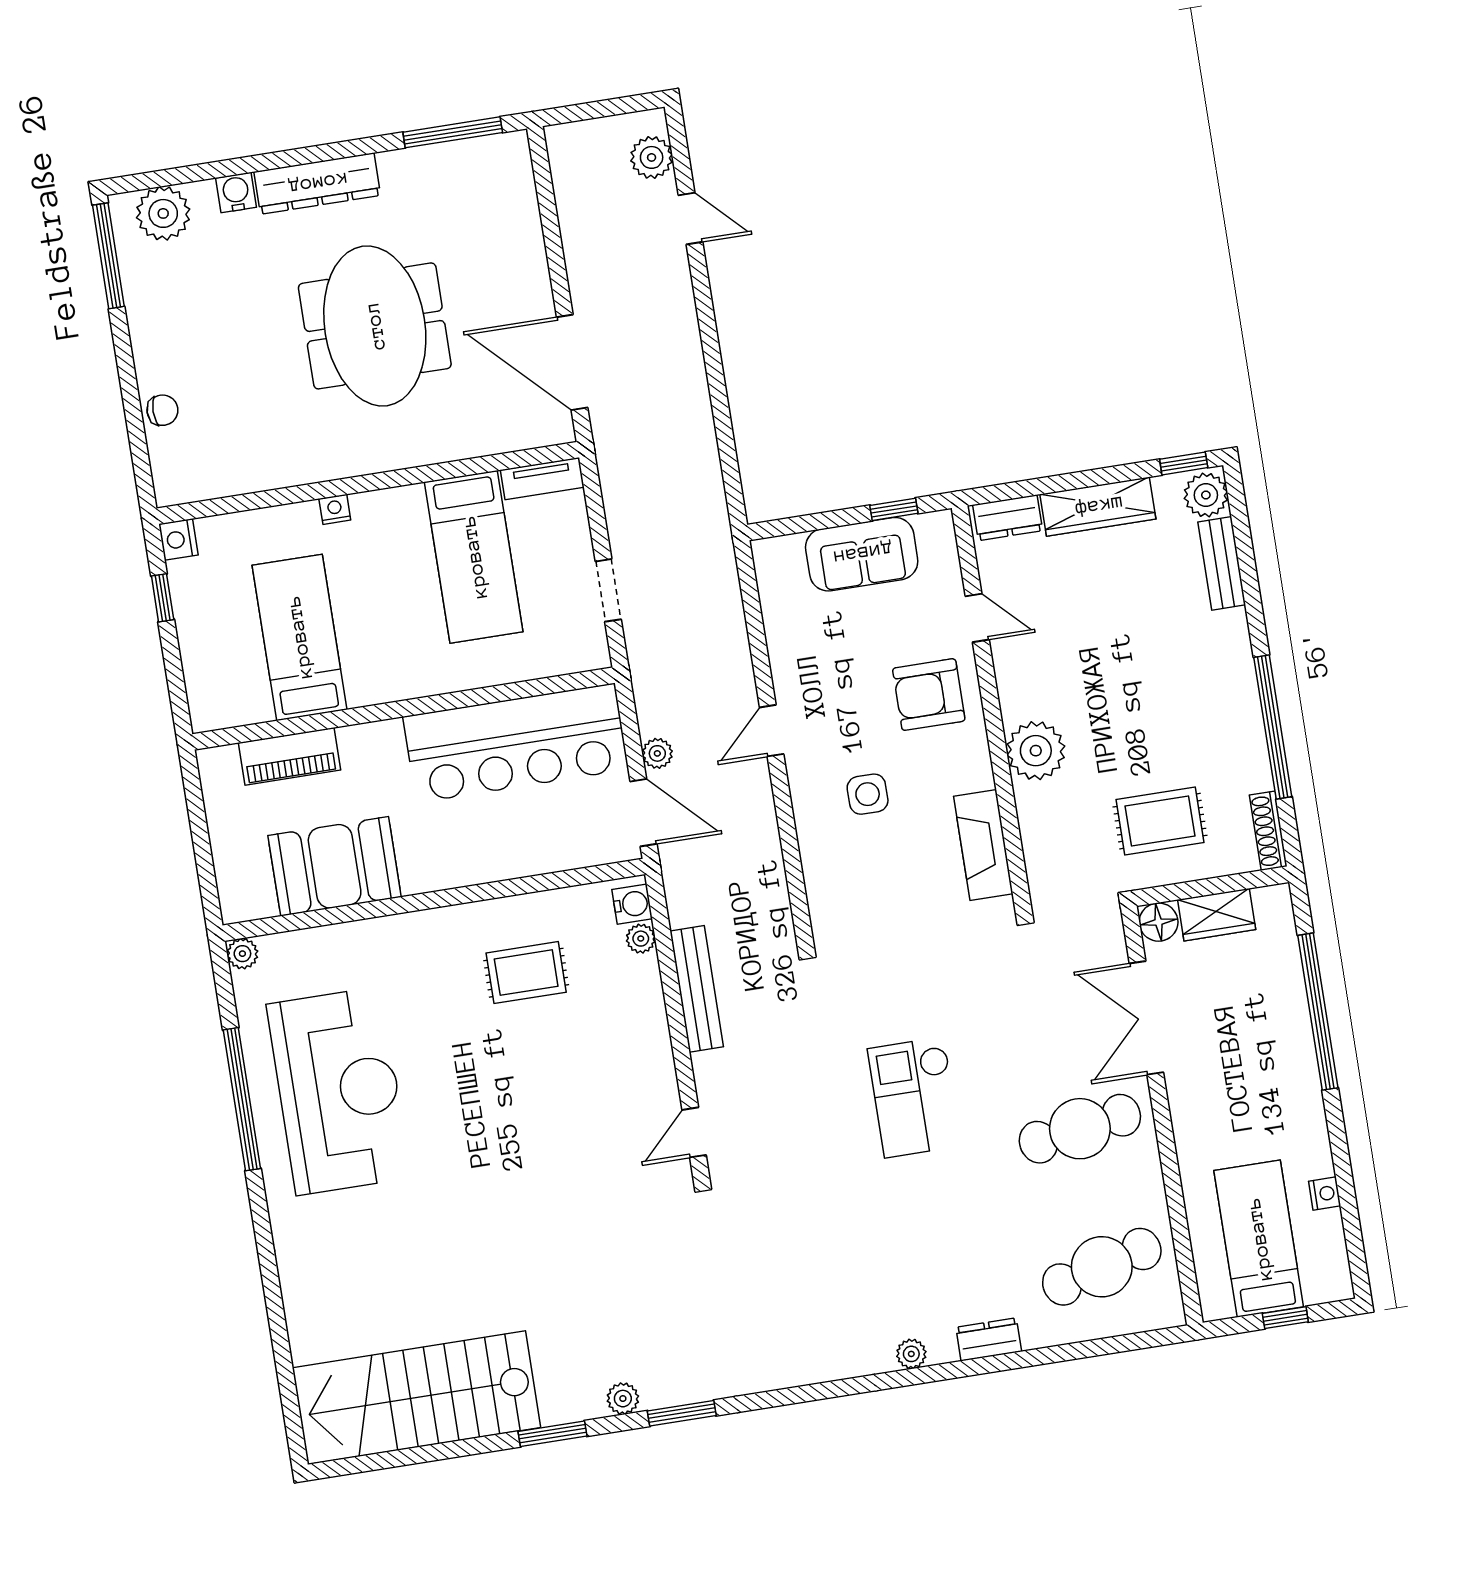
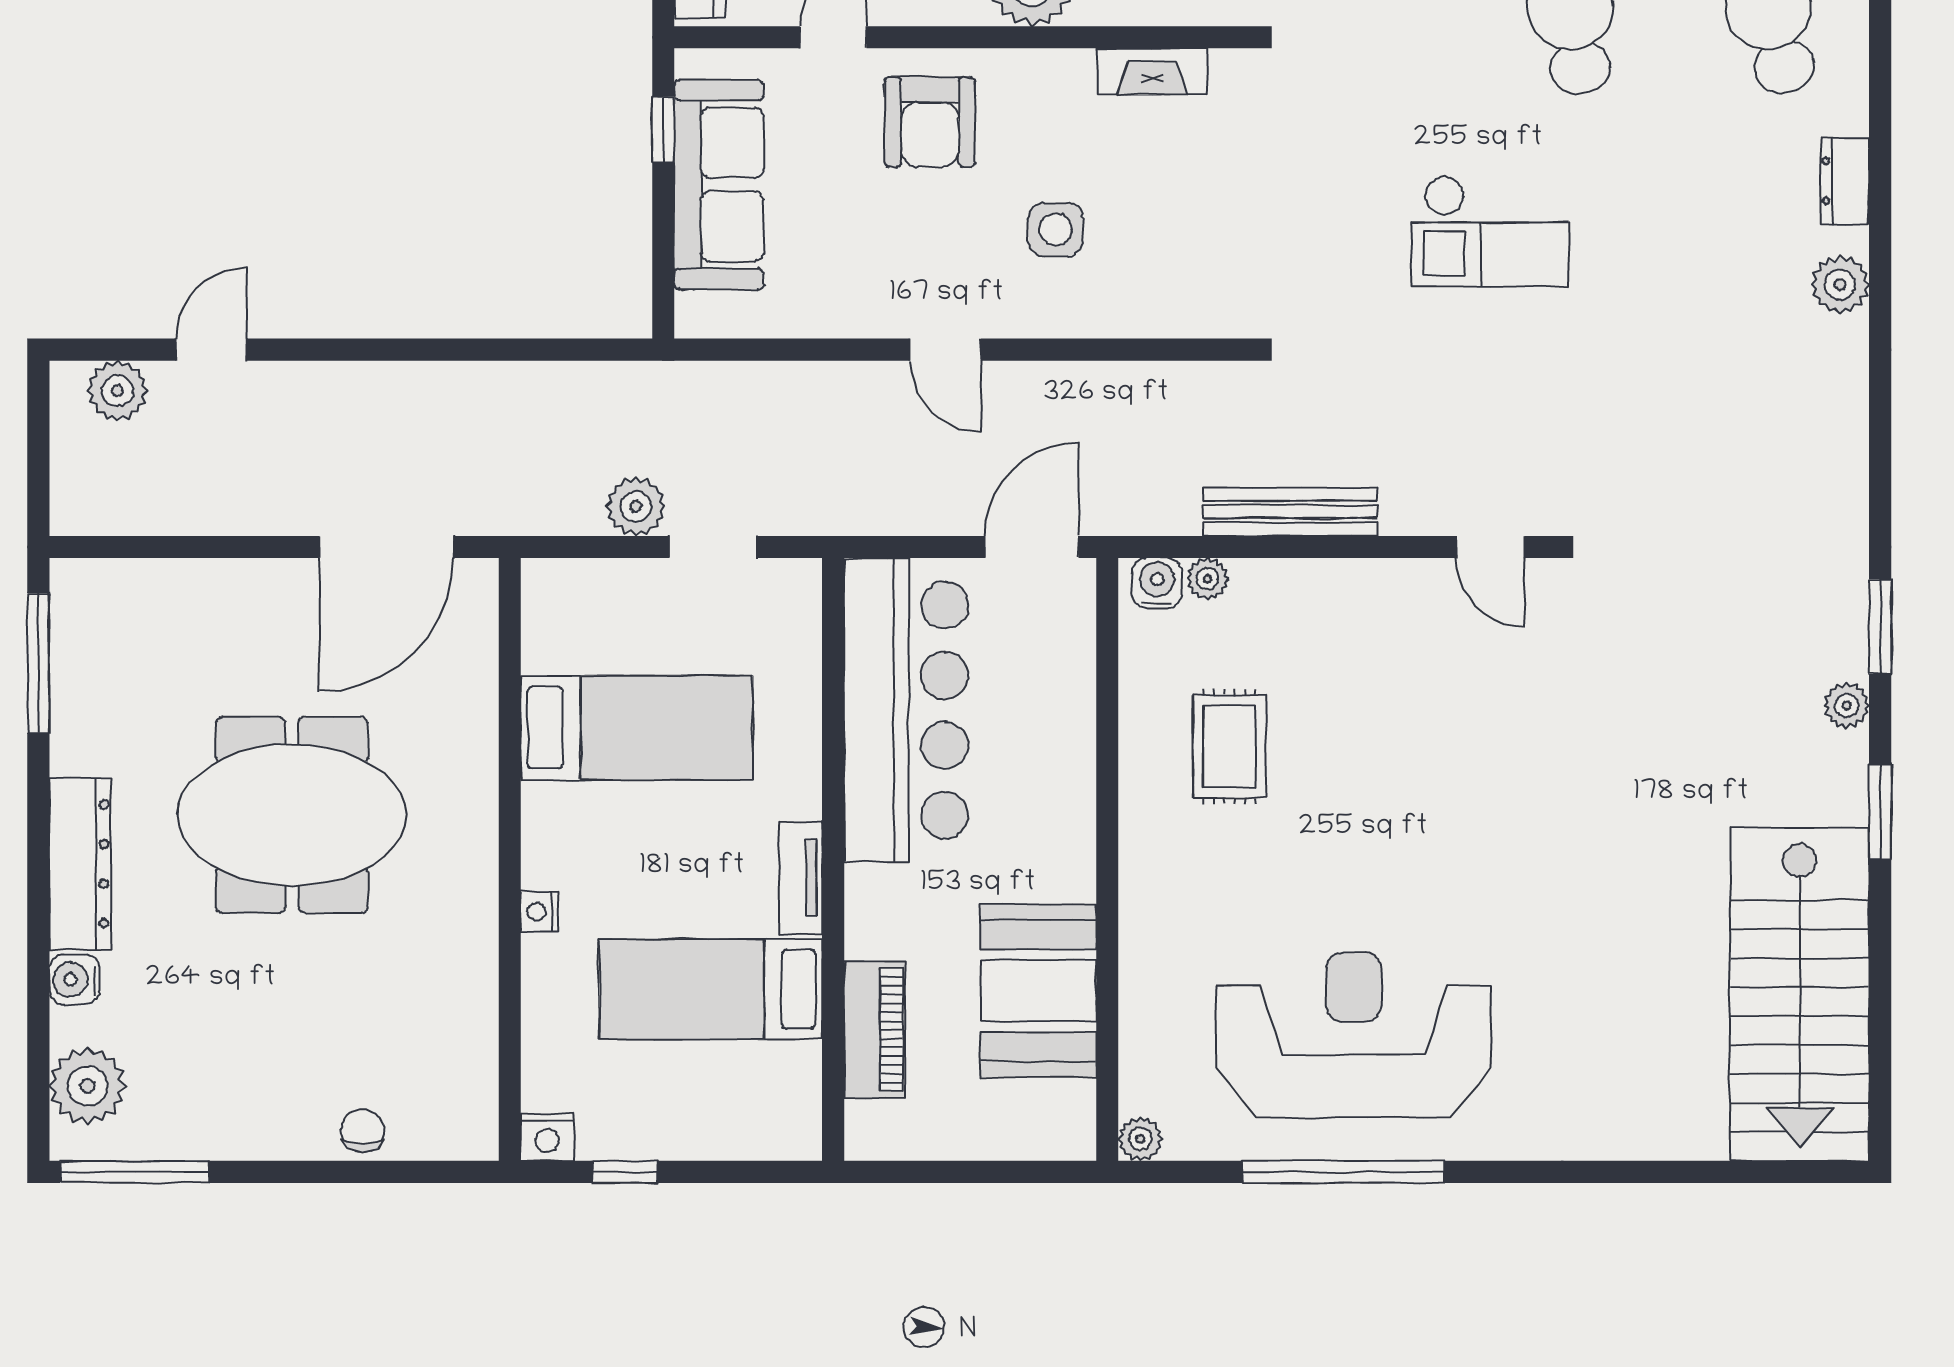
tv unit: (542, 479) -> (801, 878), moved, turned 180
sofa: (862, 554) -> (719, 185), width x1.36
plant: (657, 753) -> (636, 506), moved, width x1.38, depth x1.38
fireplace: (983, 845) -> (1152, 72), width x0.73, depth x0.76
plant: (911, 1354) -> (1840, 284), width x1.38, depth x1.38

